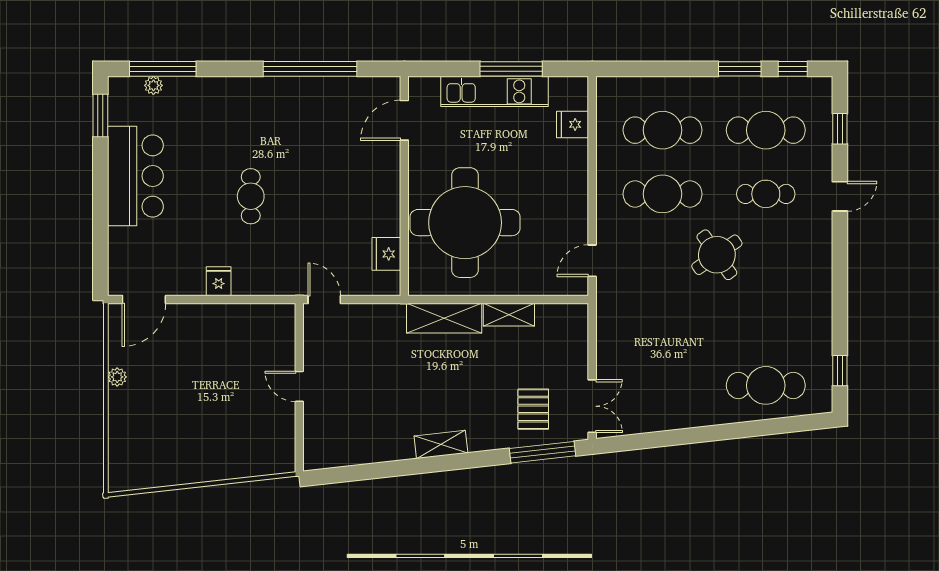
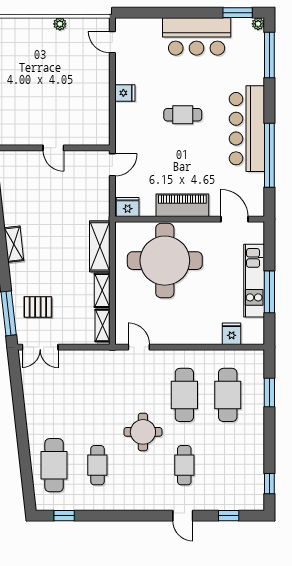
window: (740, 69) -> (269, 392), moved
plant: (153, 85) -> (258, 24), moved
bar counter: (271, 102) -> (247, 129), added
cafe table: (766, 130) -> (97, 465), moved, width x0.73, depth x0.74
piano: (384, 197) -> (182, 205), added
fridge: (386, 254) -> (128, 207), moved
round table: (717, 255) -> (143, 432), turned 35
door: (144, 300) -> (112, 42), width x0.73
shelving: (560, 314) -> (103, 325), added
door: (299, 386) -> (53, 148), swing flipped

